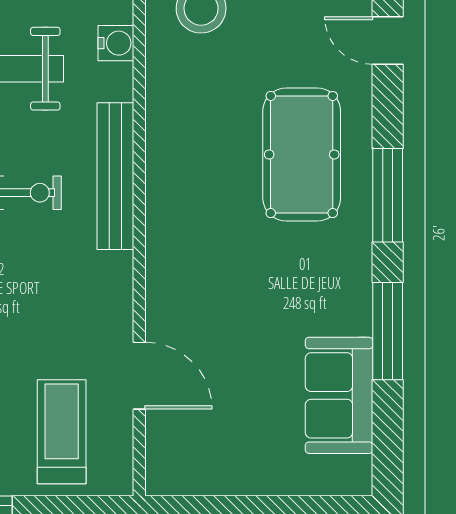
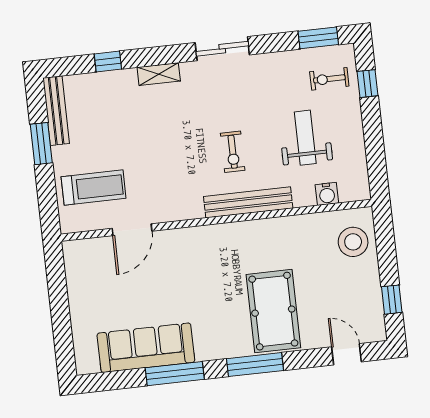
door: (388, 41) -> (346, 354), hinge flipped
pool table: (302, 155) -> (273, 311), turned 90
sofa: (339, 395) -> (146, 348), width x1.36

